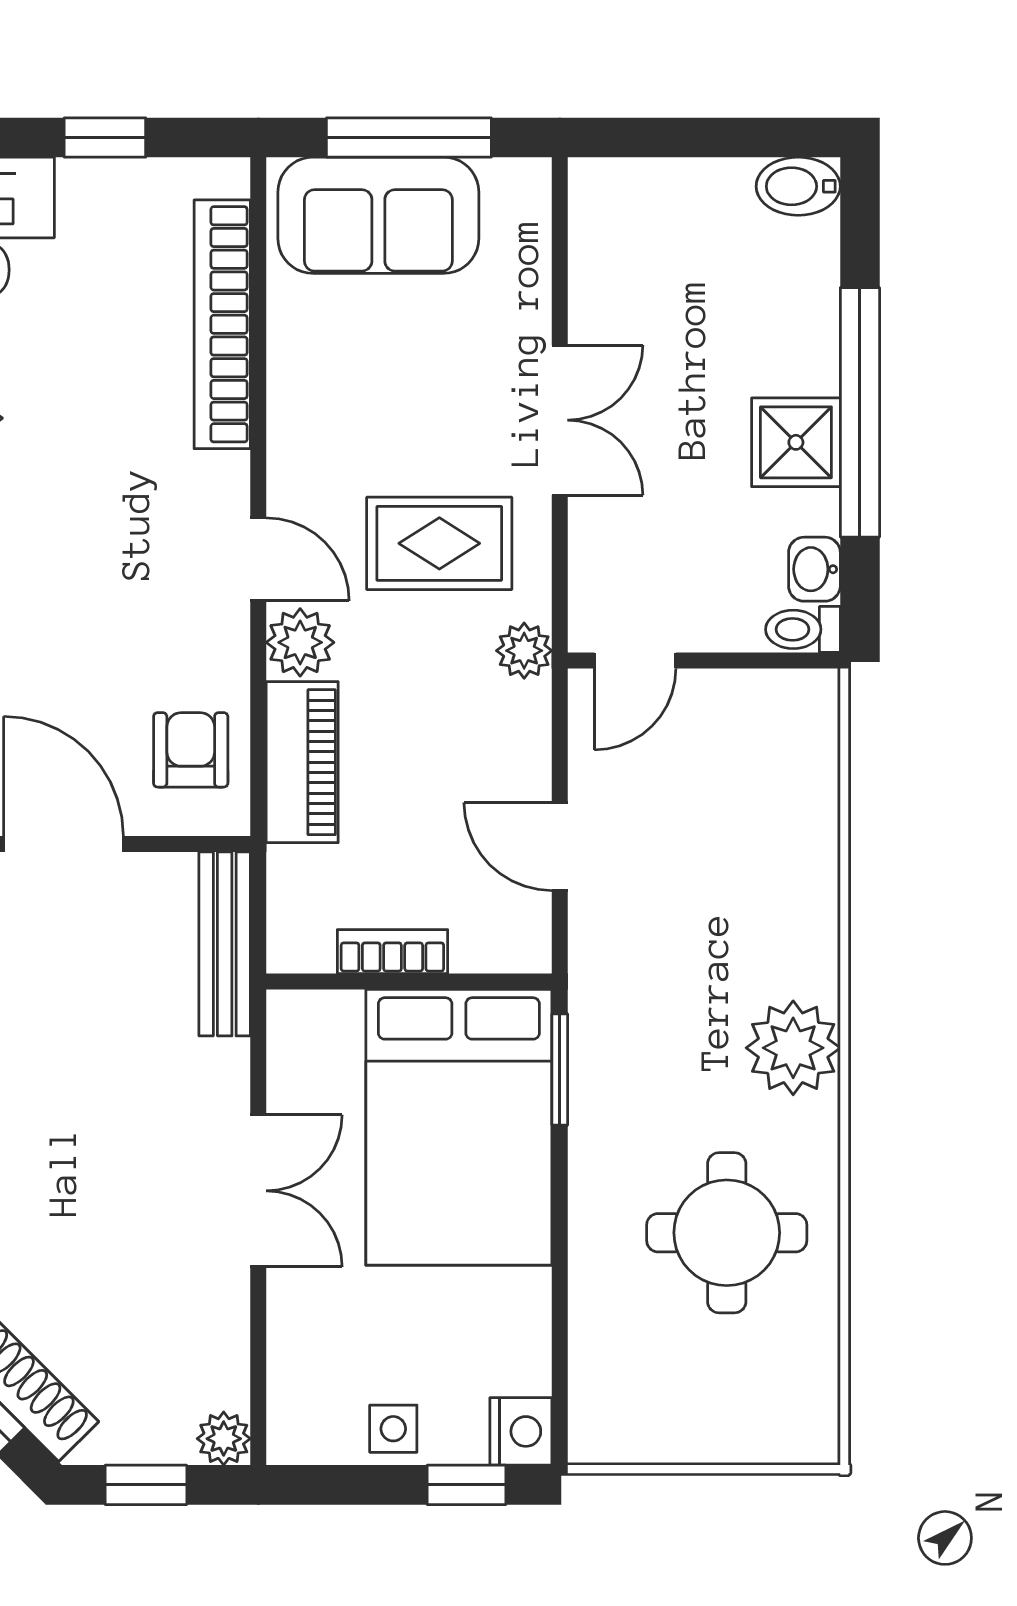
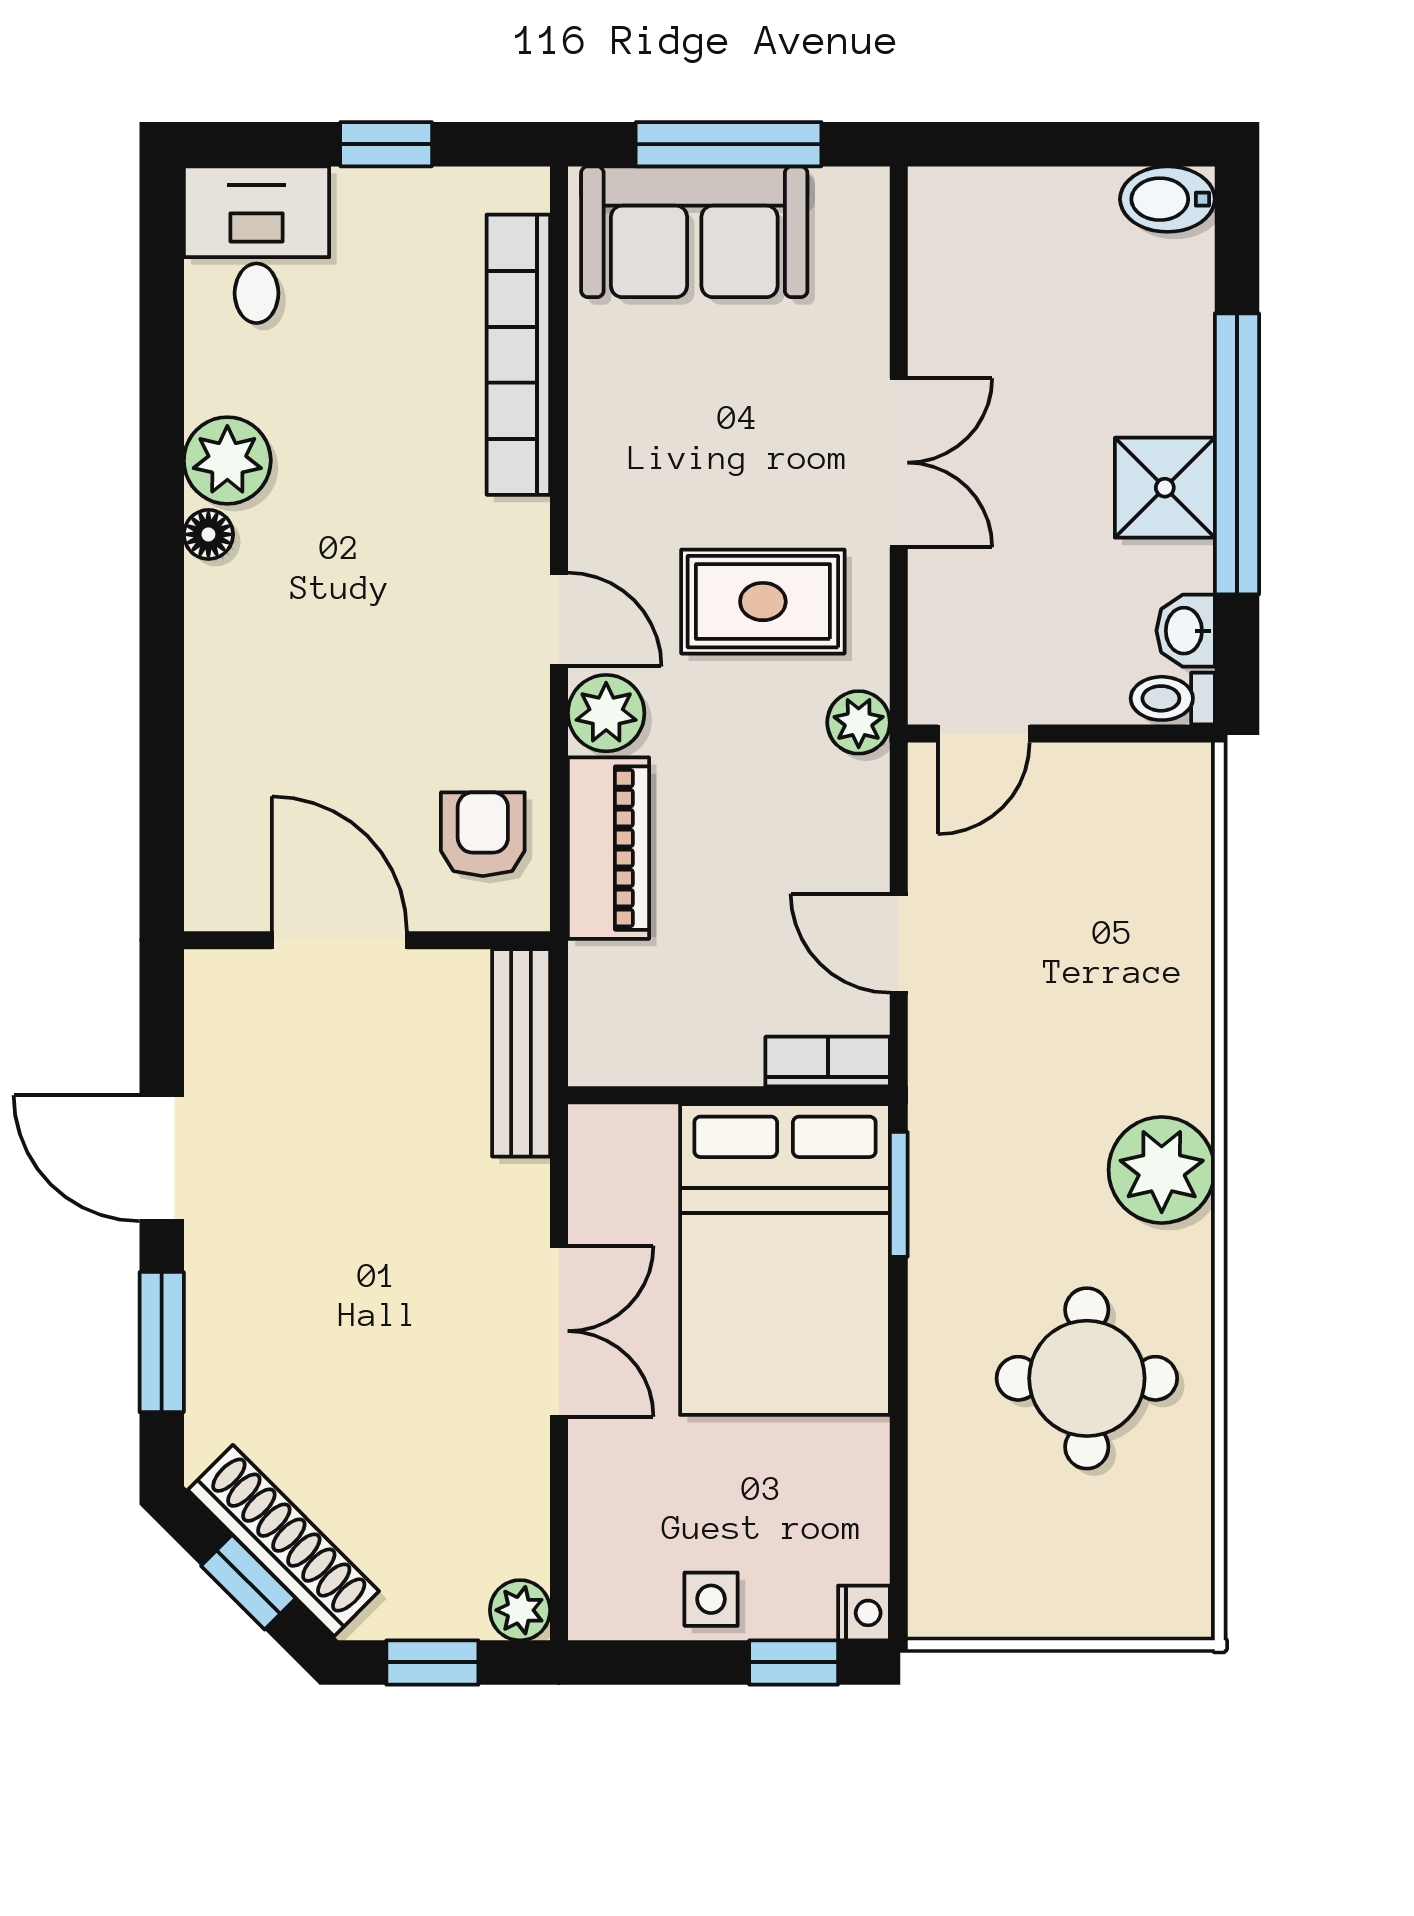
bookcase: (392, 952) -> (828, 1062), moved
nightstand: (521, 1431) -> (864, 1613), width x0.72, depth x0.74

